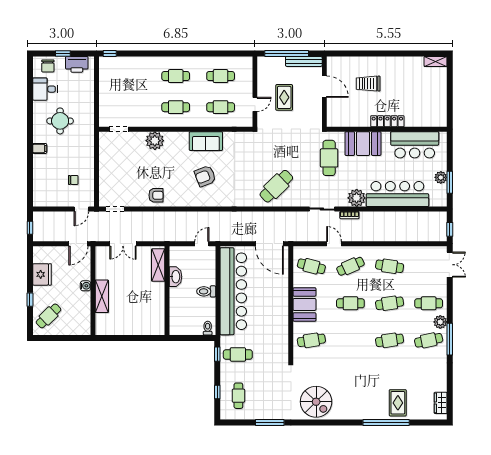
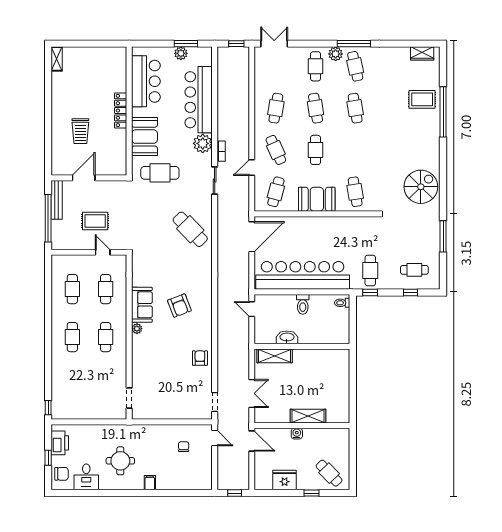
plant: (155, 141) -> (137, 329), moved, width x0.53, depth x0.53

